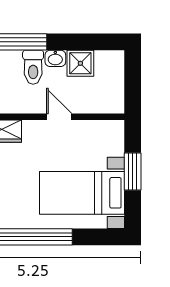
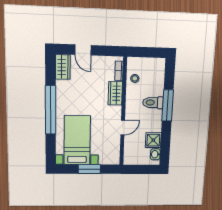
washbasin: (55, 58) -> (155, 154), moved
toilet: (33, 67) -> (153, 103), moved

